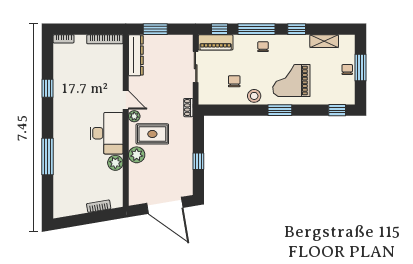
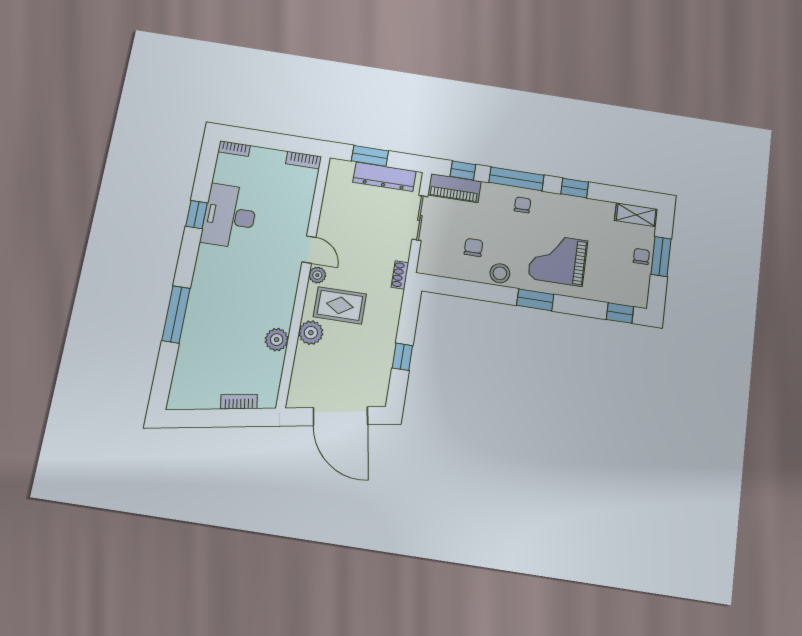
bookcase: (105, 39) -> (304, 160), width x0.64
shelving: (324, 41) -> (636, 215), moved
dresser: (136, 55) -> (384, 177), moved, turned 90
desk: (107, 133) -> (230, 216), moved, turned 180

